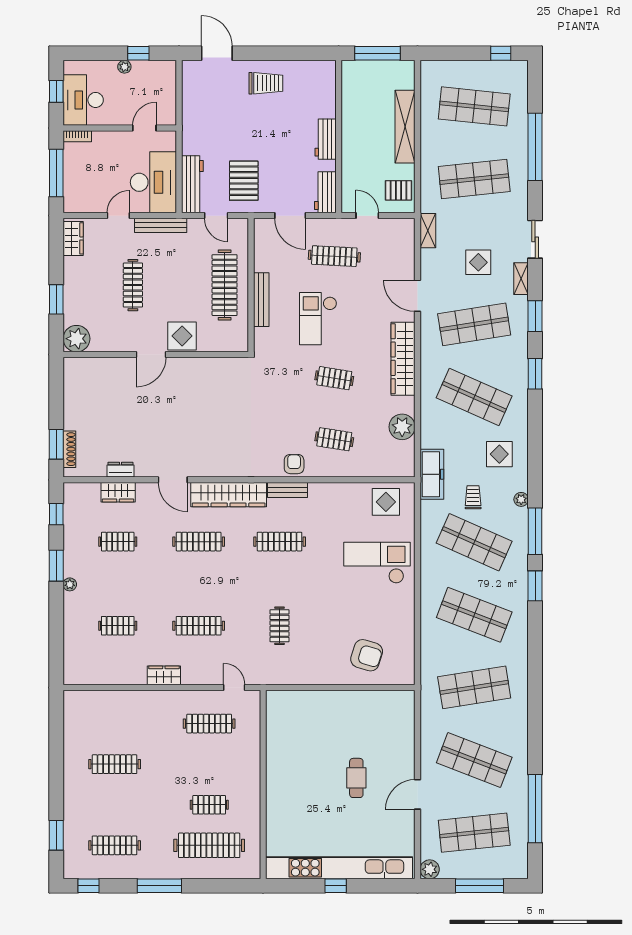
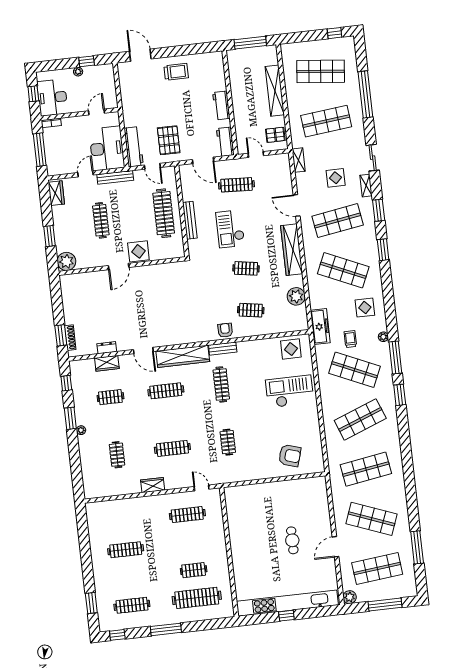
clothes rail: (280, 542) -> (221, 384), turned 90
shop shelf: (474, 615) -> (360, 419), turned -42
clothes rail: (118, 626) -> (117, 455), turned 90
window: (535, 809) -> (417, 547), width x0.68

